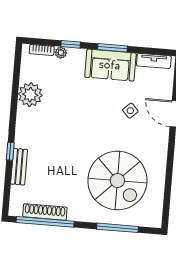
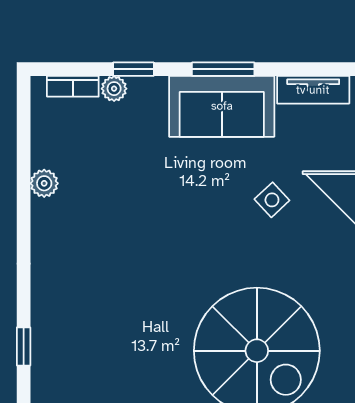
plant: (30, 95) -> (44, 183), width x0.53, depth x0.53
window: (10, 151) -> (24, 346), moved
bench: (19, 167) -> (45, 339), removed

